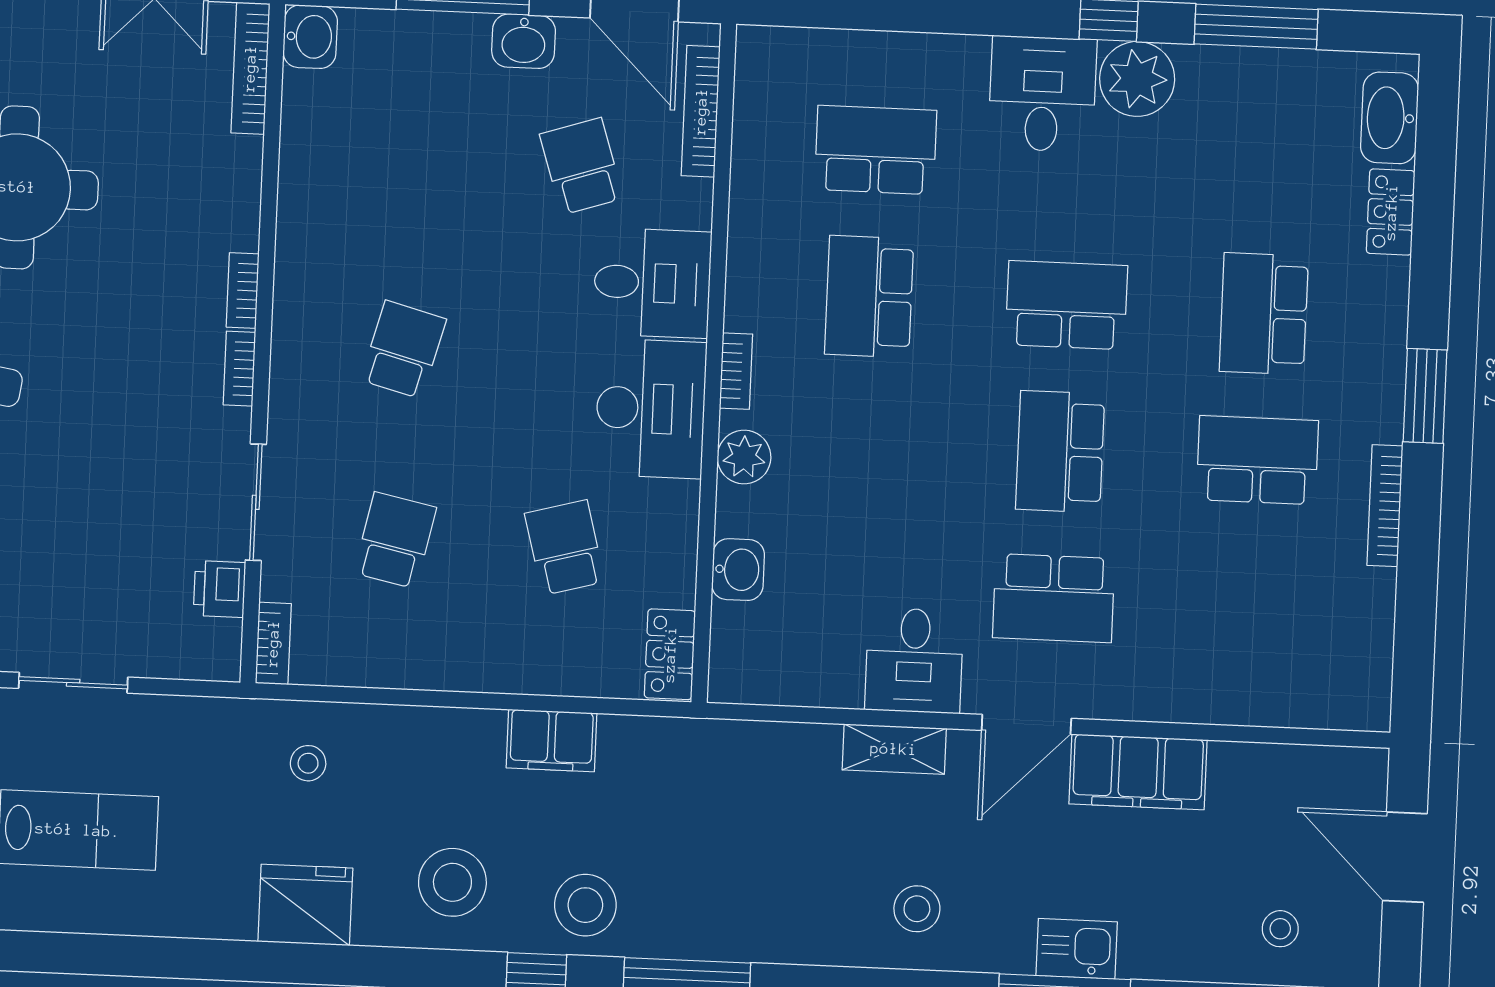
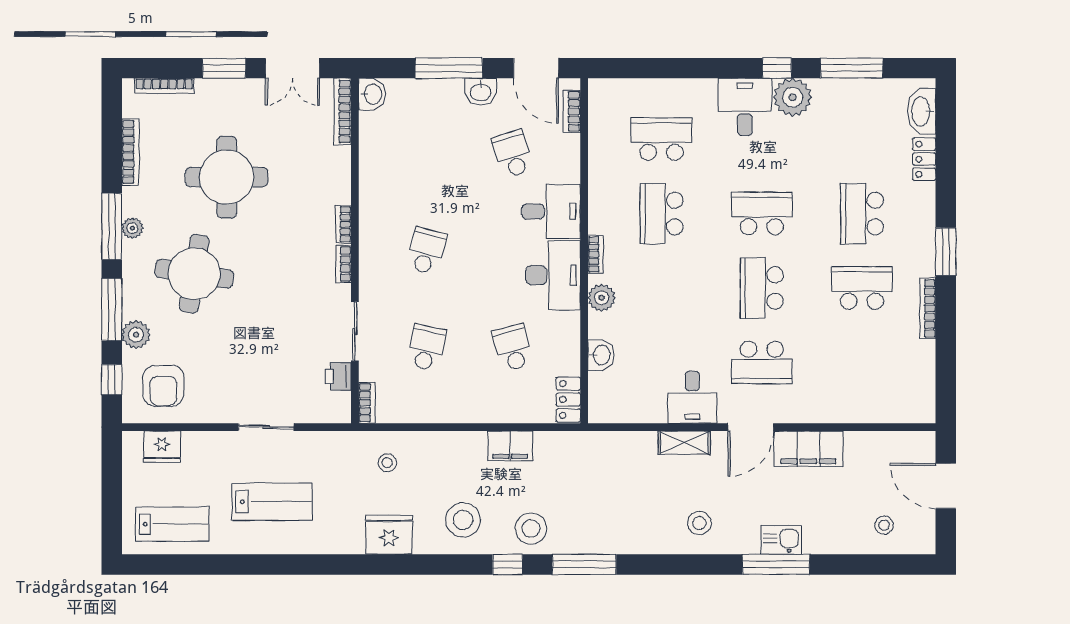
bookcase: (701, 111) -> (572, 111), width x0.64

